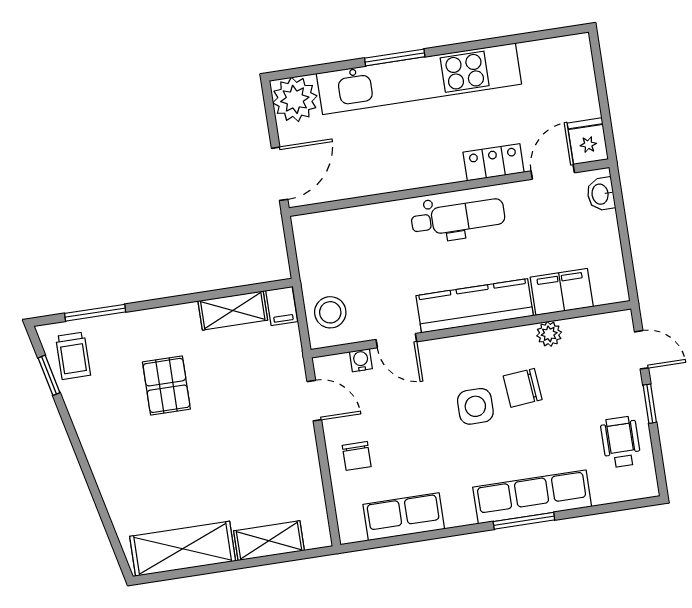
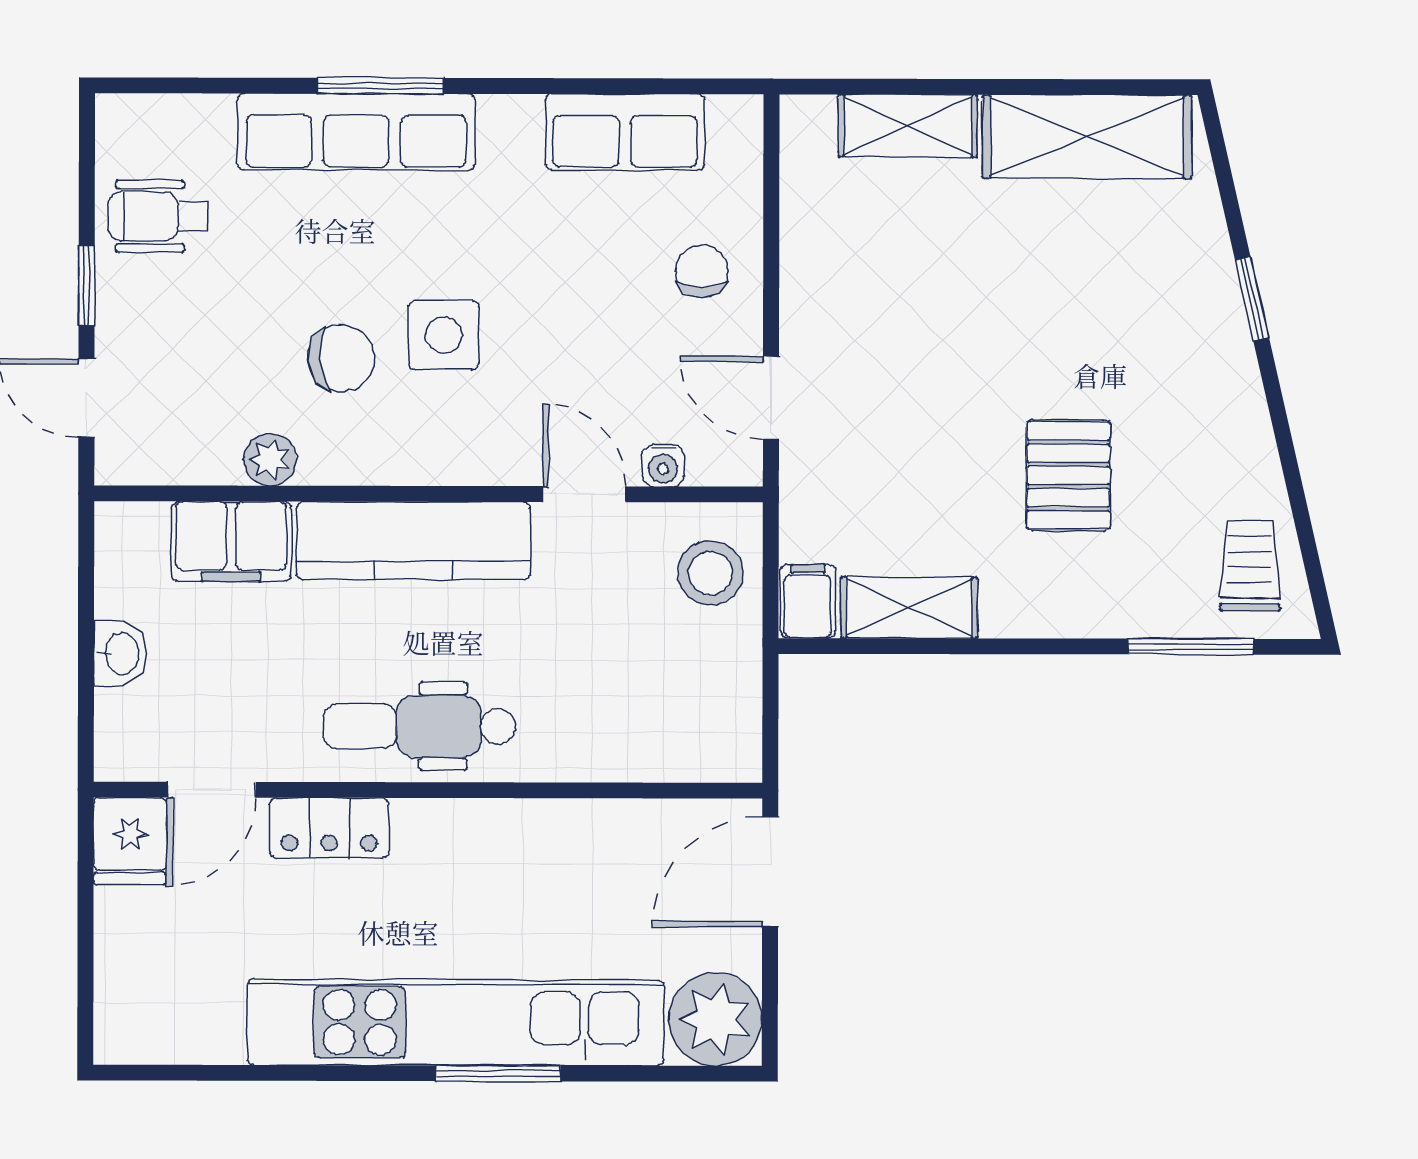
washbasin: (601, 194) -> (120, 653), moved
window: (49, 375) -> (1252, 299), moved
wheelchair: (621, 442) -> (158, 216), turned 90

